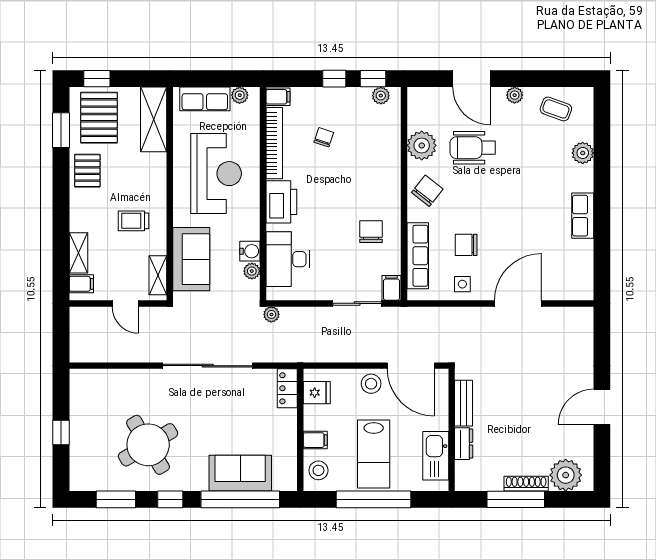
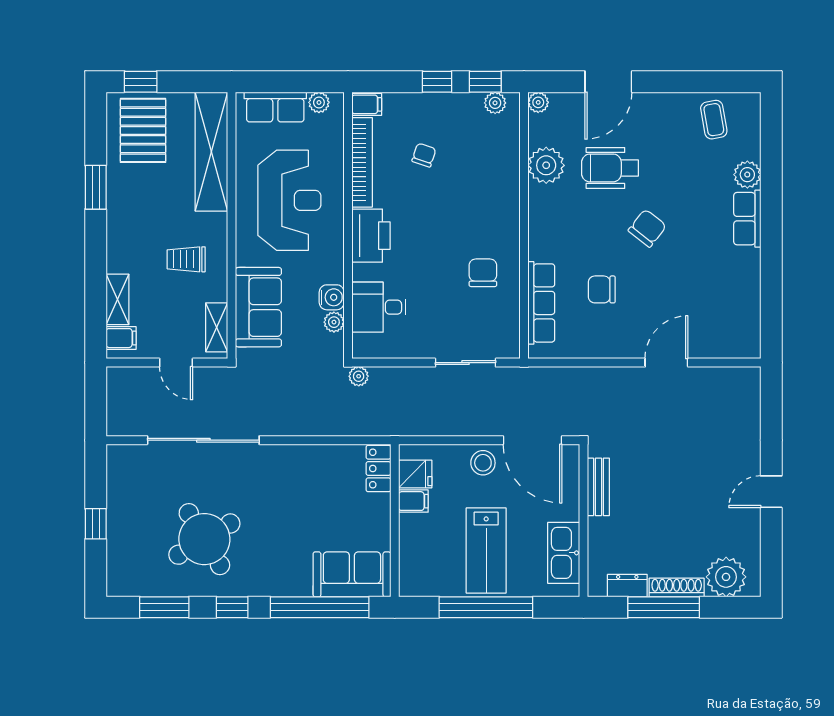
door: (472, 79) -> (608, 82), hinge flipped
plant: (515, 95) -> (538, 102), moved
coffee table: (556, 109) -> (714, 120), turned 60
shelving: (154, 119) -> (211, 152), width x1.47
window: (61, 130) -> (96, 187), moved
pallet: (87, 171) -> (129, 197), removed
chair: (427, 191) -> (647, 228), moved
row of seats: (583, 216) -> (747, 219), moved
desk: (288, 259) -> (379, 307), width x0.73
side table: (462, 284) -> (597, 338), removed
filing cabinet: (391, 288) -> (508, 343), removed
door: (518, 303) -> (666, 363), width x0.73
sliding door: (208, 366) -> (203, 440), moved
door: (602, 407) -> (771, 492), width x0.73
filing cabinet: (315, 440) -> (413, 501), moved
dresser: (464, 444) -> (627, 586), moved, turned -90
stool: (318, 470) -> (417, 571), removed
sofa: (240, 473) -> (352, 574), moved

